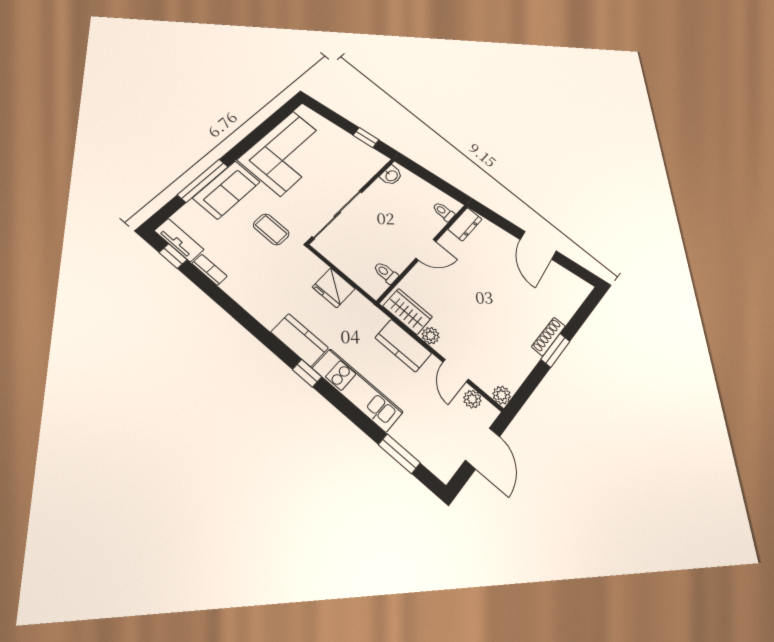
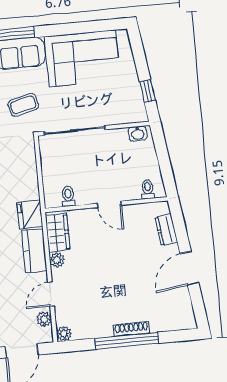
dresser: (465, 224) -> (166, 230), moved, turned 82
coffee table: (271, 229) -> (23, 105), turned 76
fridge: (334, 288) -> (30, 215), moved
window: (555, 350) -> (127, 341), width x2.11

